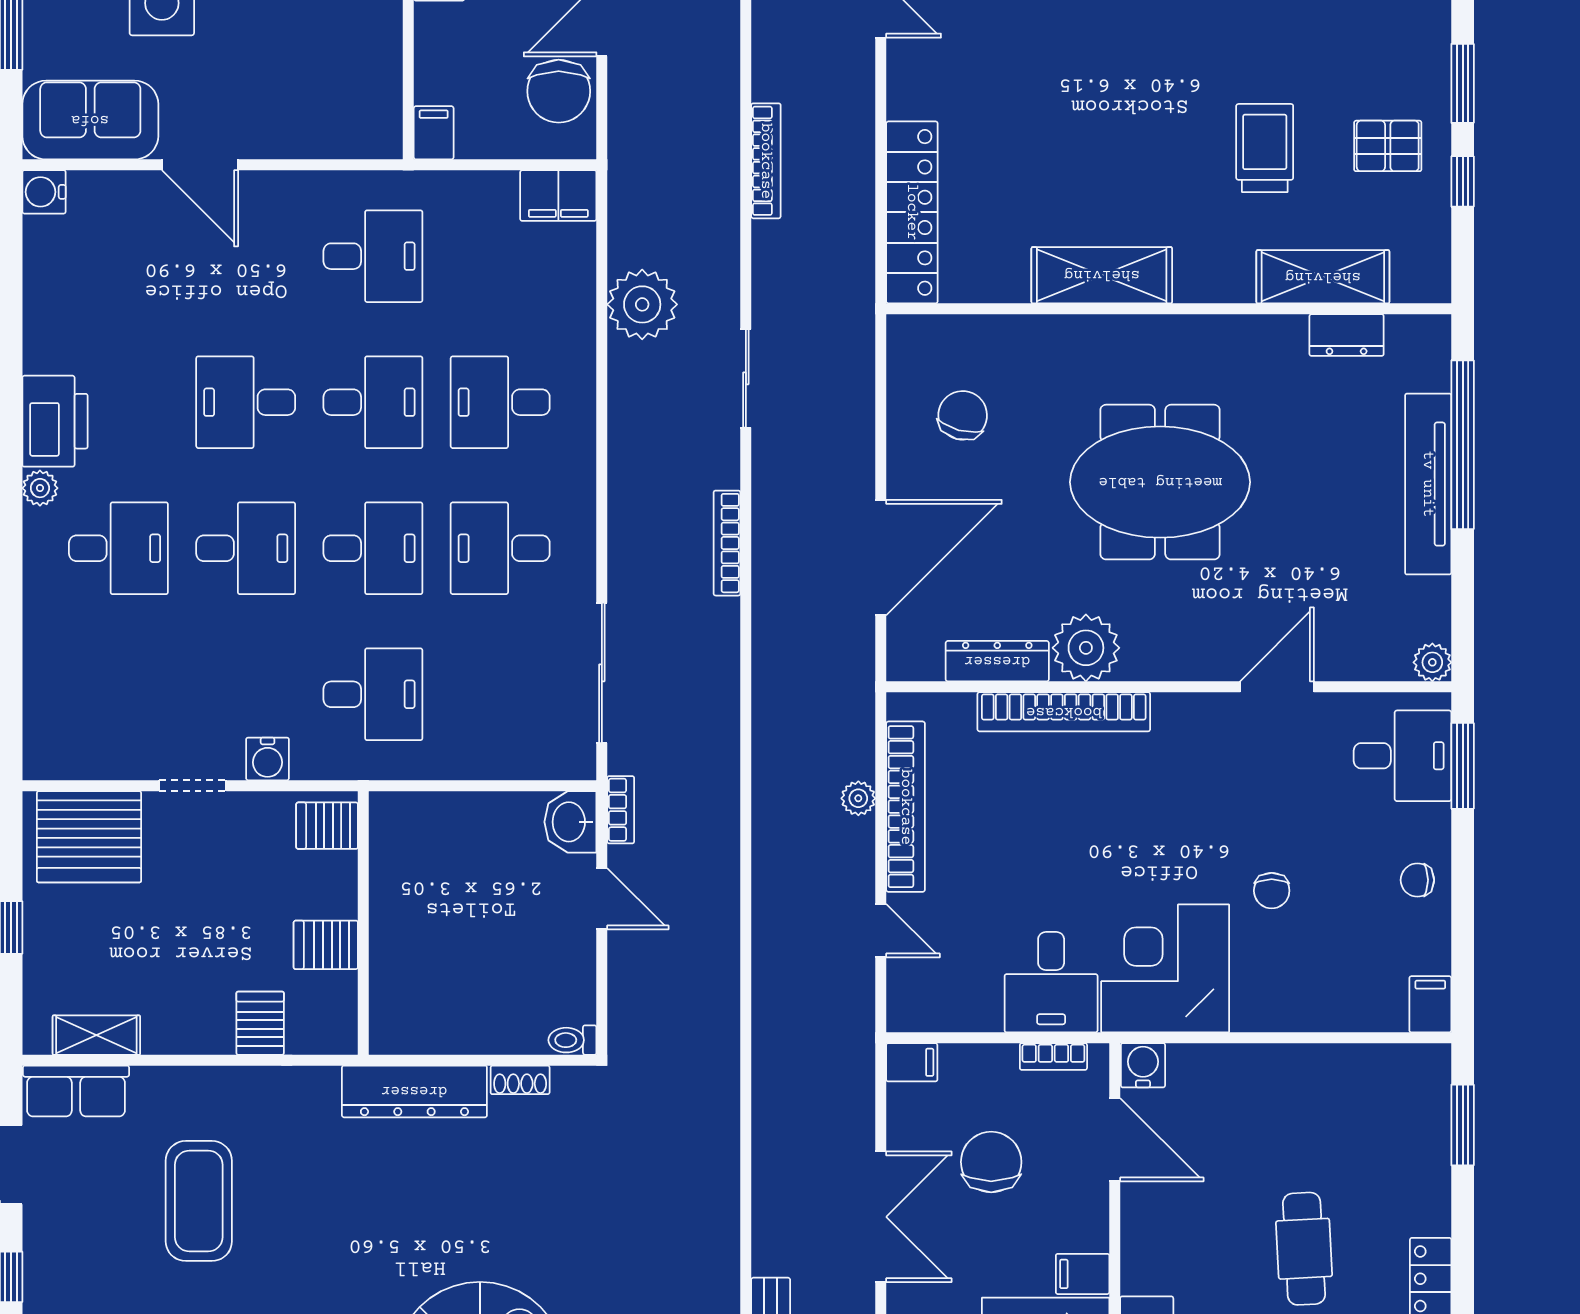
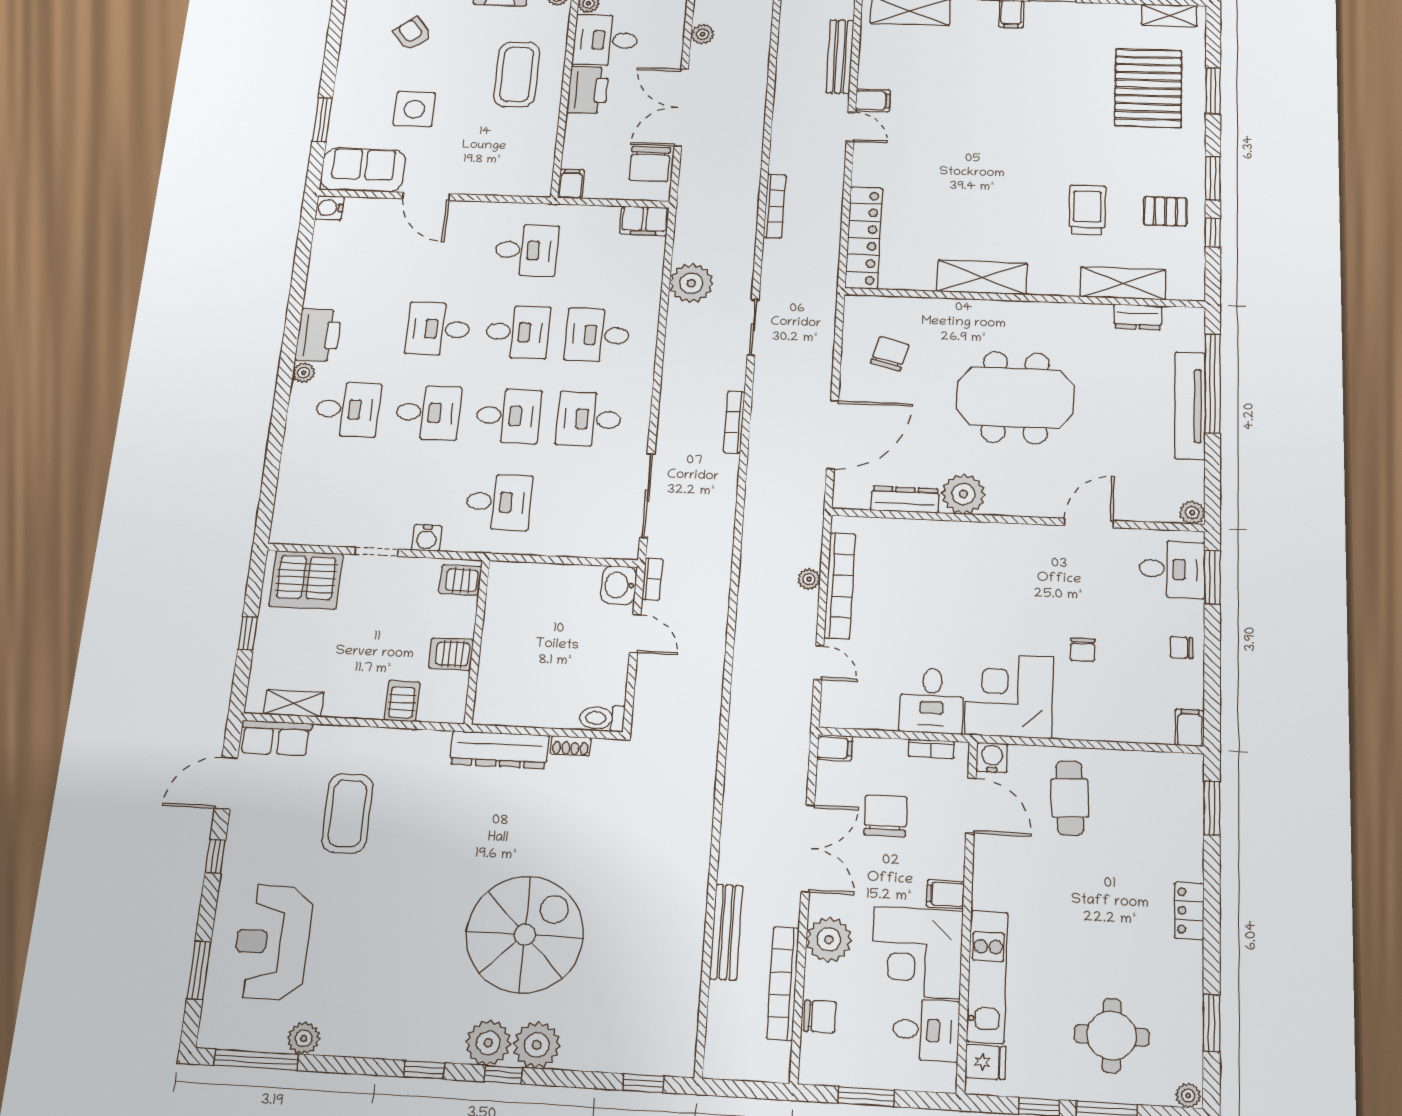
bookcase: (1064, 712) -> (947, 532), removed
toilet: (572, 1040) -> (602, 718), width x1.37, depth x1.39
cafe table: (1304, 1249) -> (1070, 798), moved

